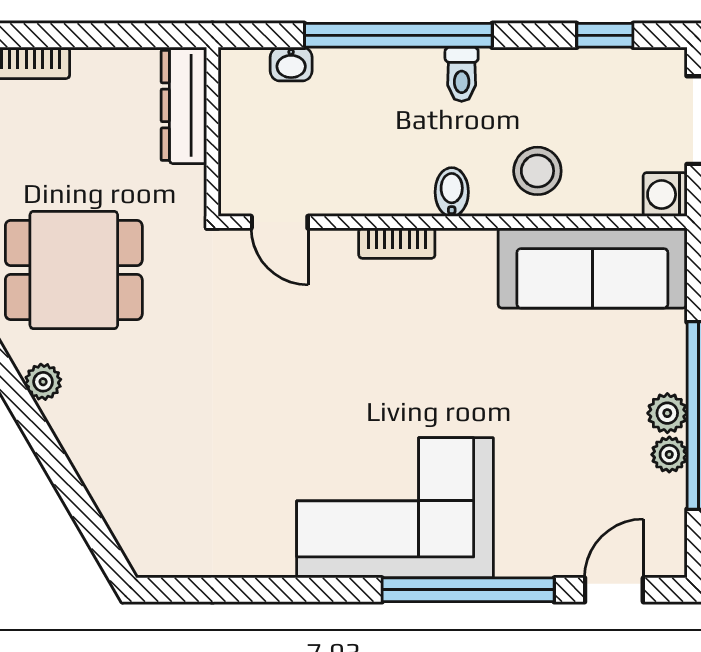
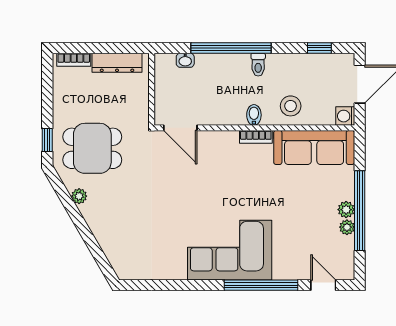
dresser: (184, 105) -> (117, 63), moved, turned -90
door: (280, 222) -> (180, 128), width x1.38
bookcase: (397, 243) -> (256, 137), moved
door: (614, 590) -> (323, 285), hinge flipped

